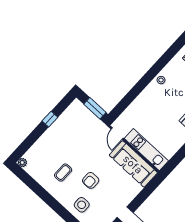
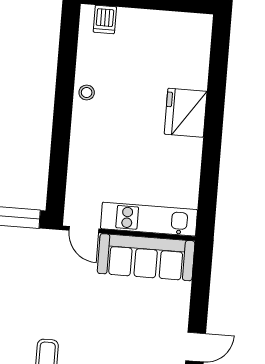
armchair: (91, 180) -> (100, 335), removed

